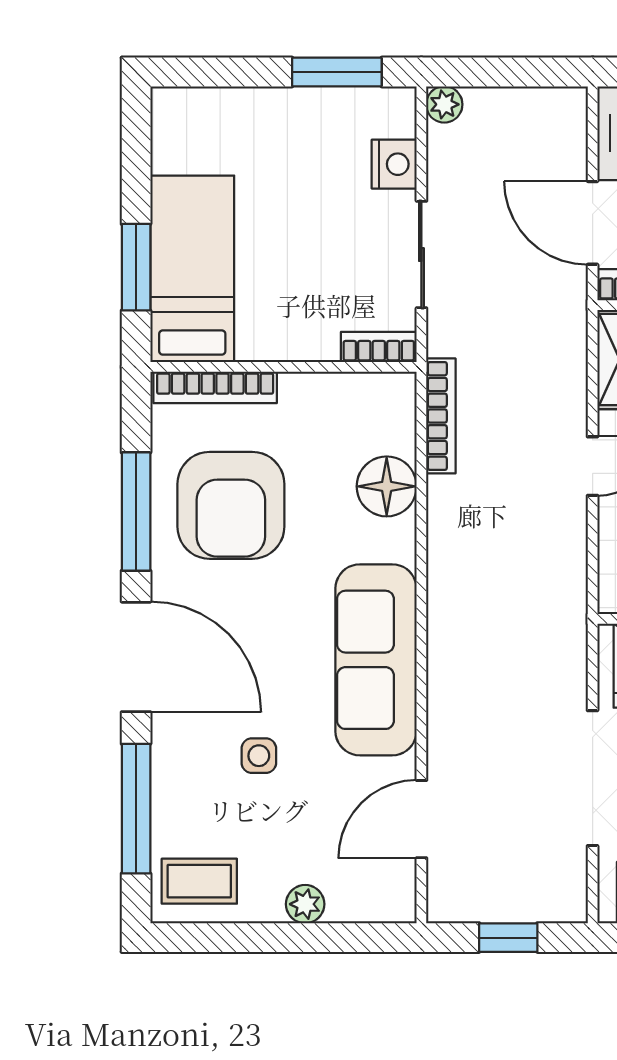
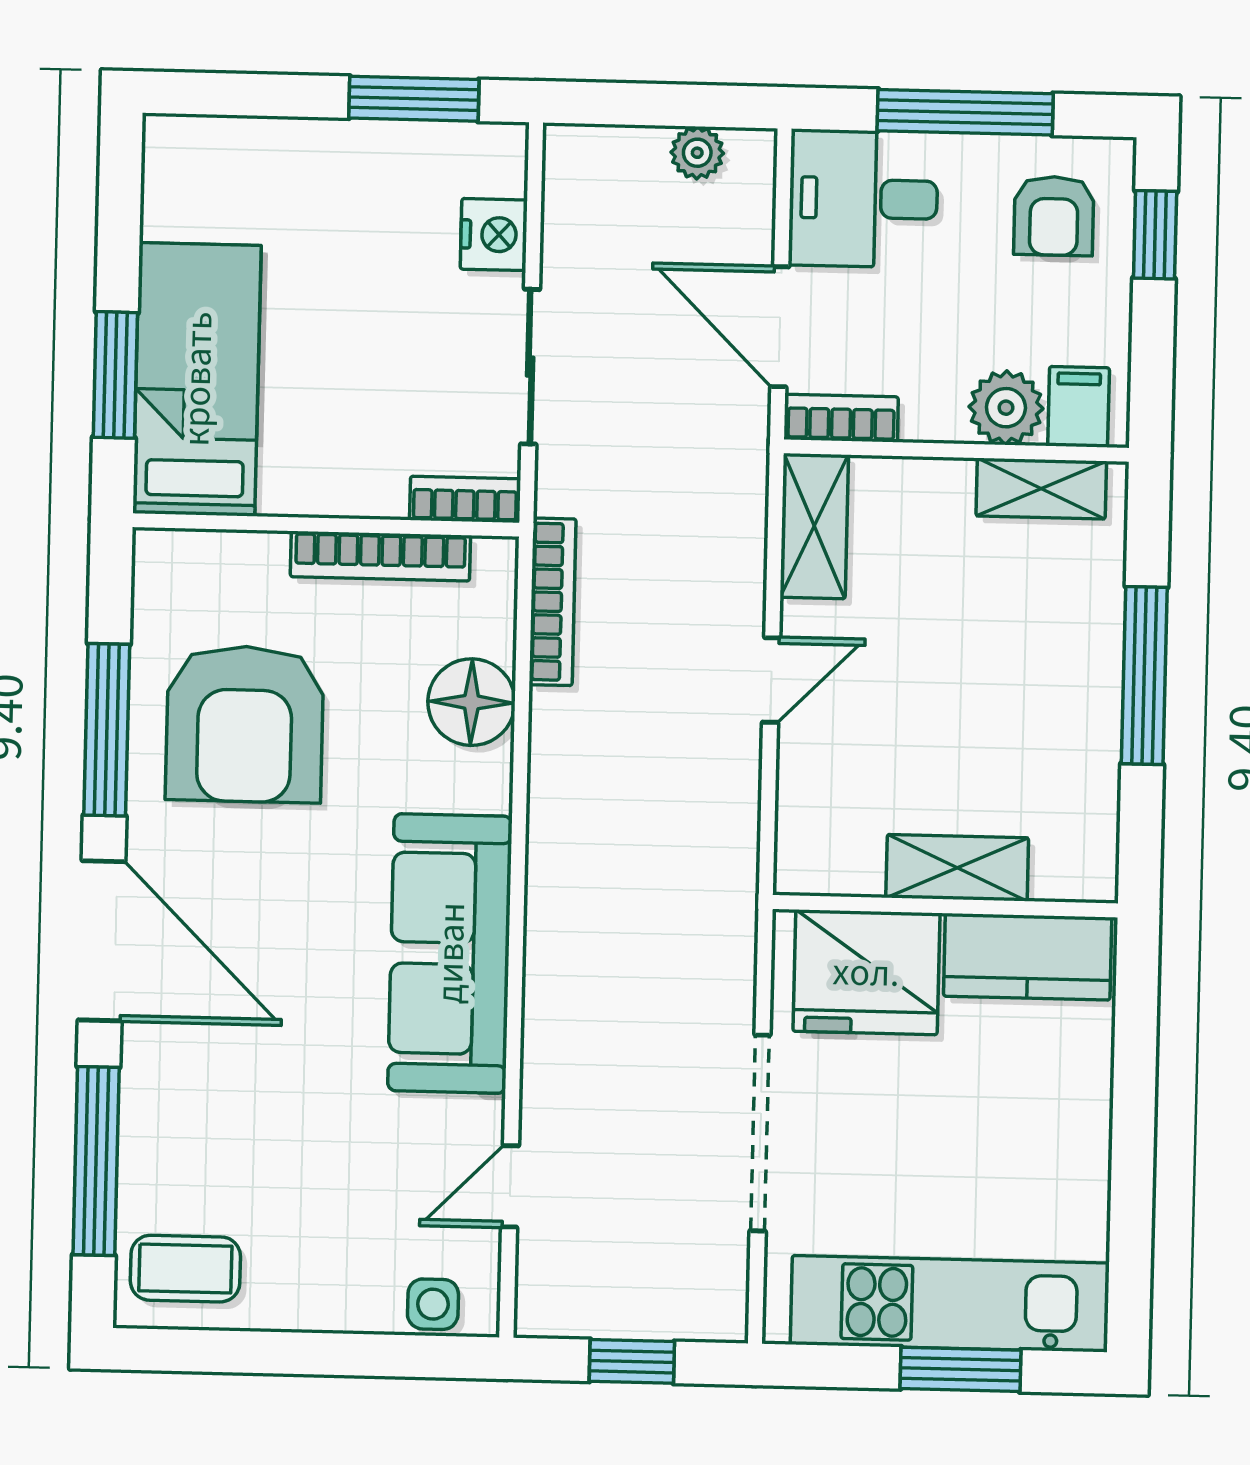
plant: (444, 104) -> (697, 153), moved
bookcase: (215, 387) -> (380, 556), moved
side table: (259, 756) -> (433, 1304), moved
door: (421, 819) -> (510, 1186), width x0.73
plant: (305, 904) -> (338, 1306), removed

